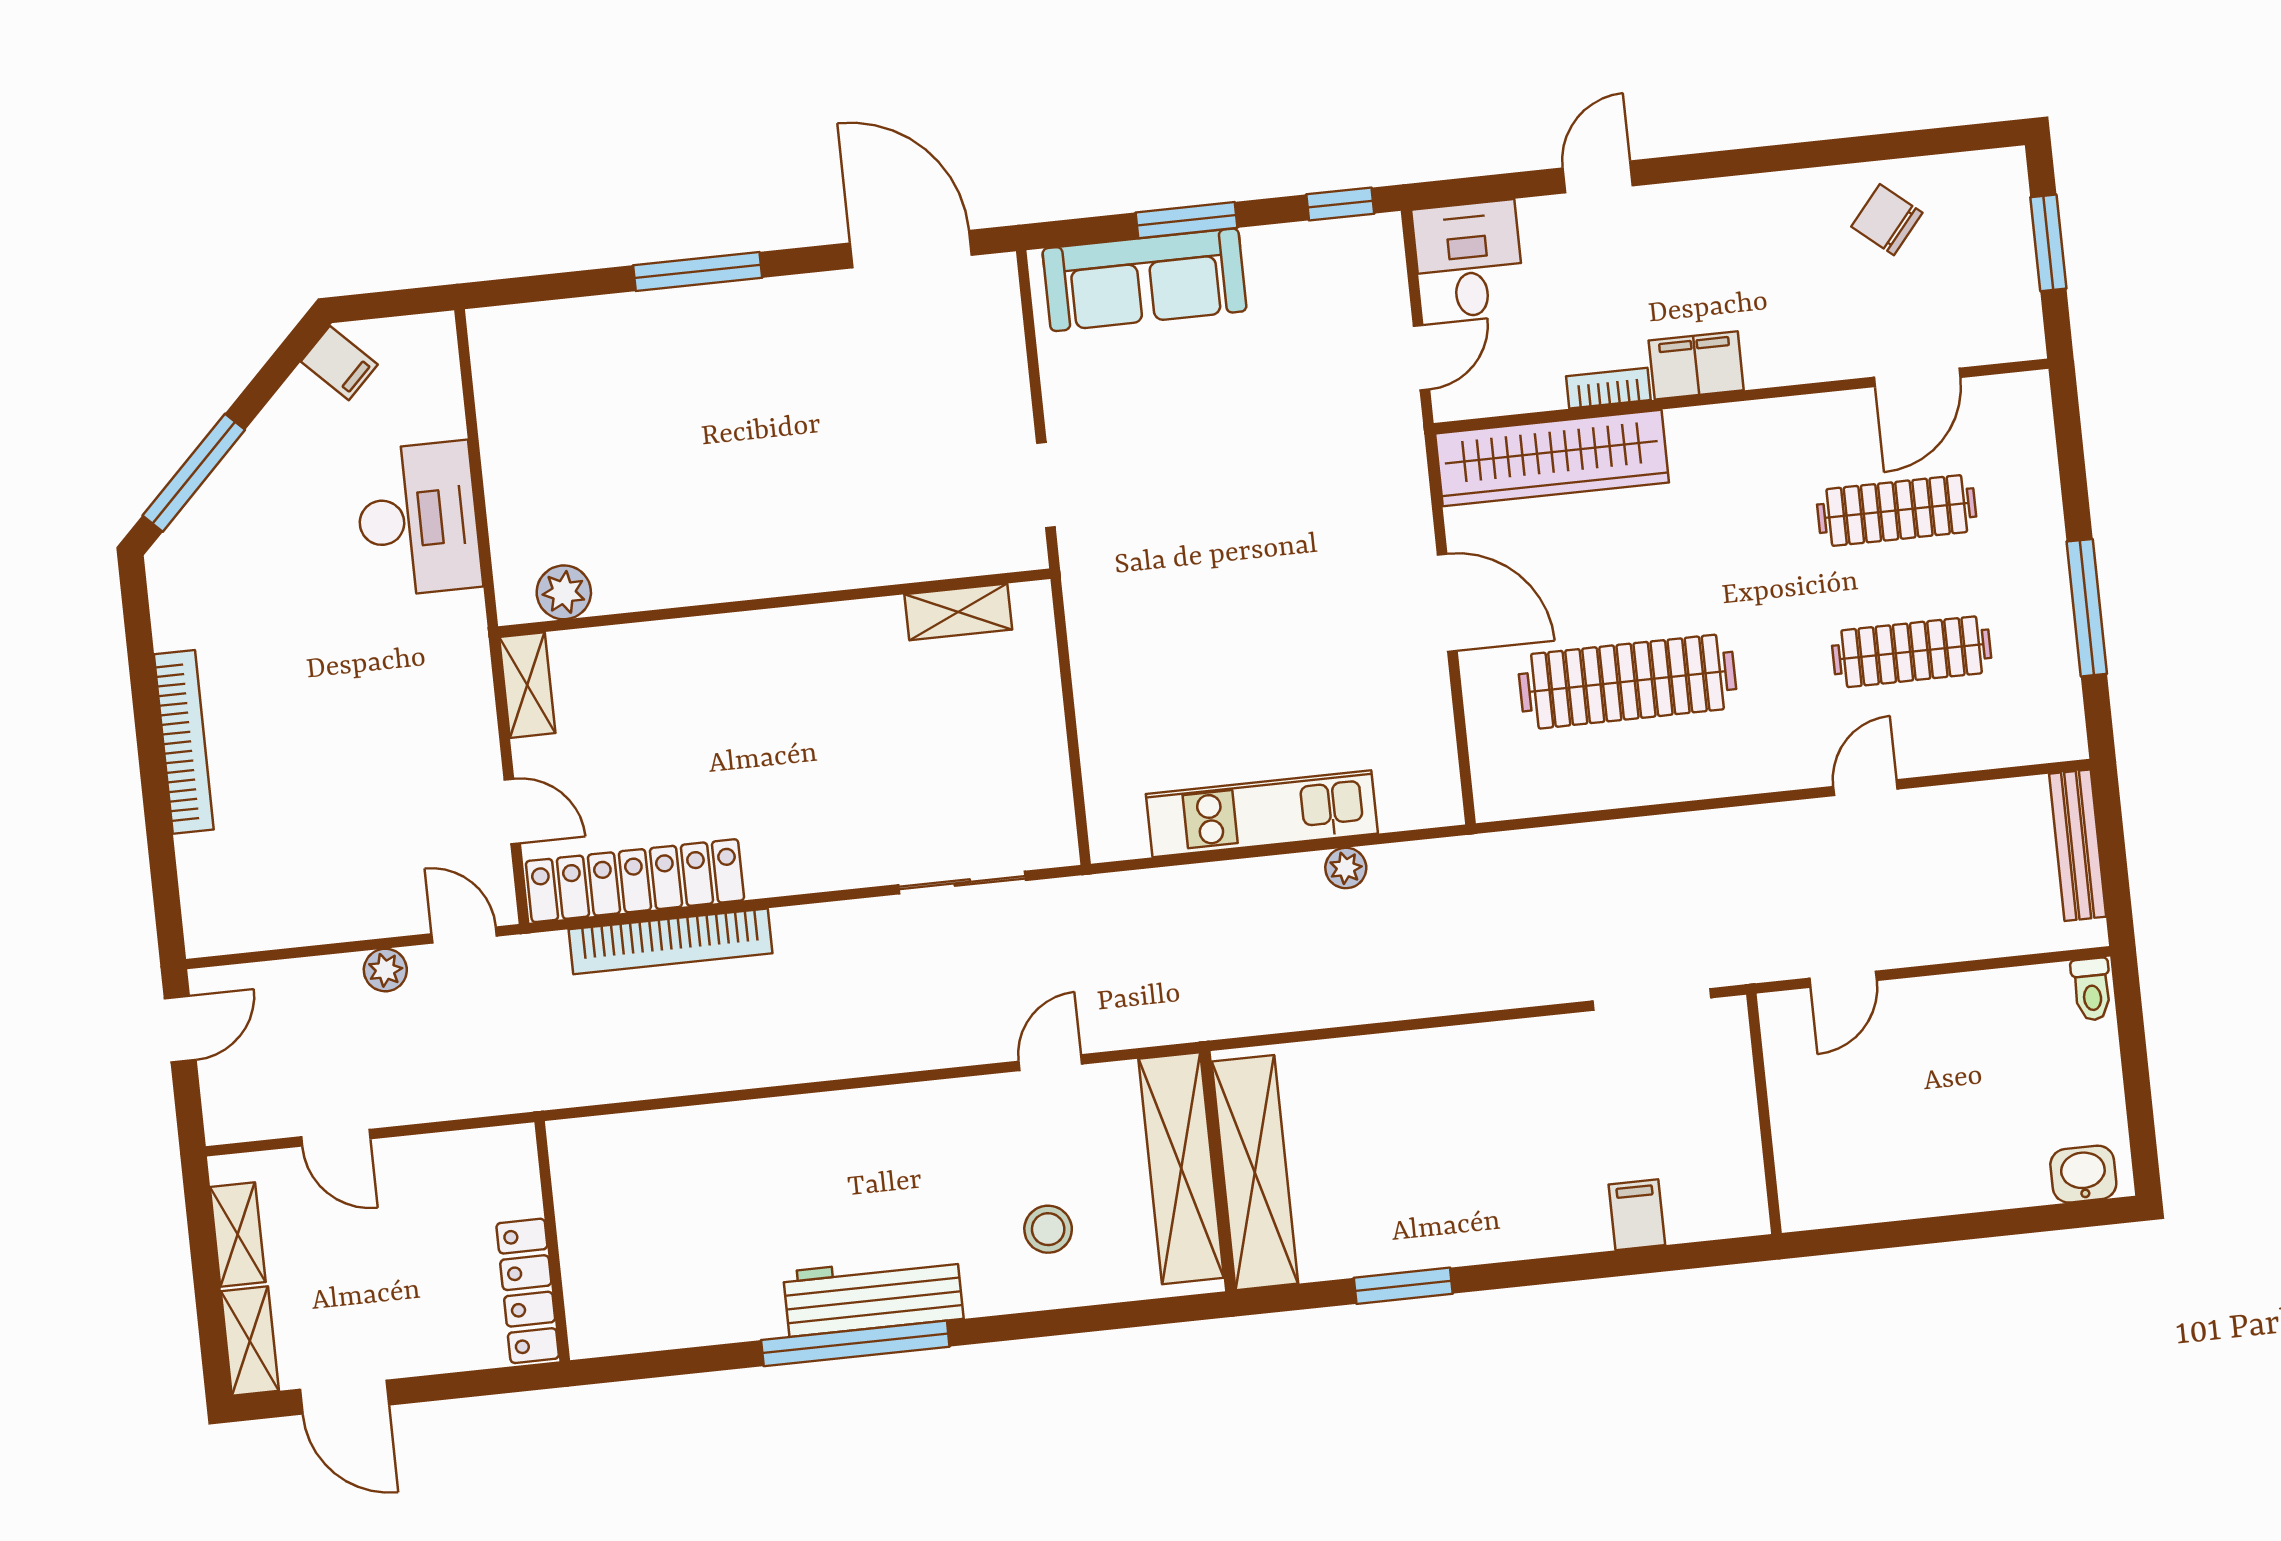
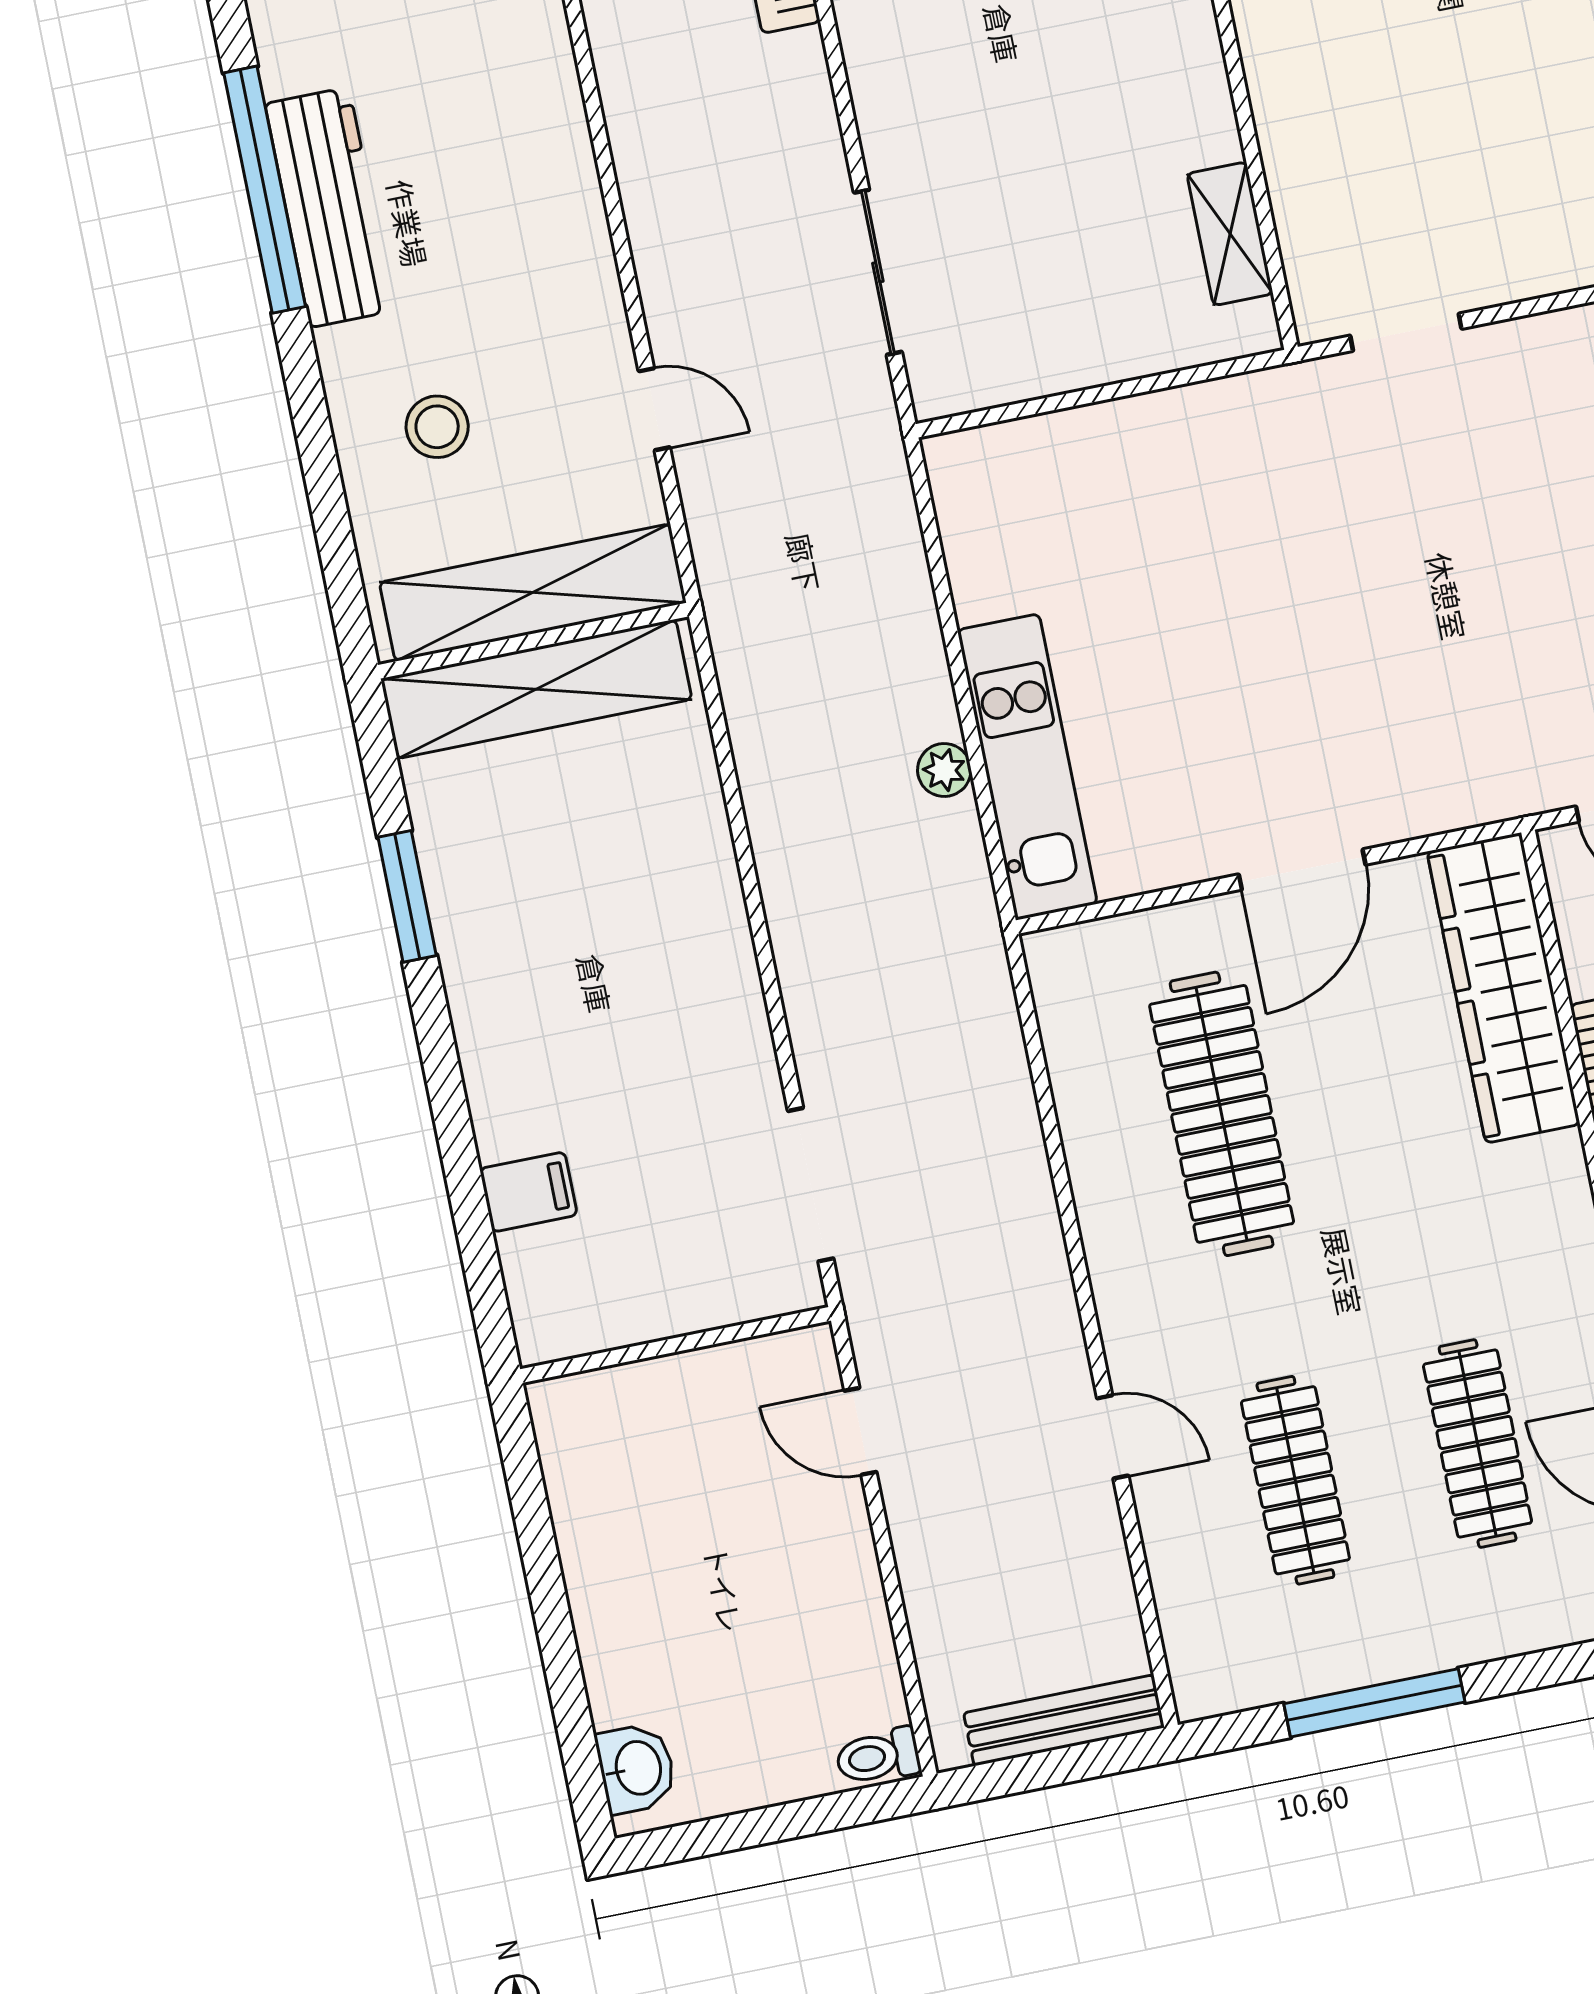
kitchen unit: (1262, 814) -> (1027, 767), moved

